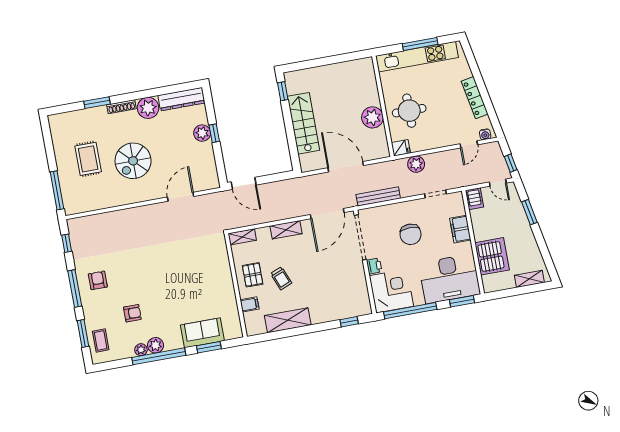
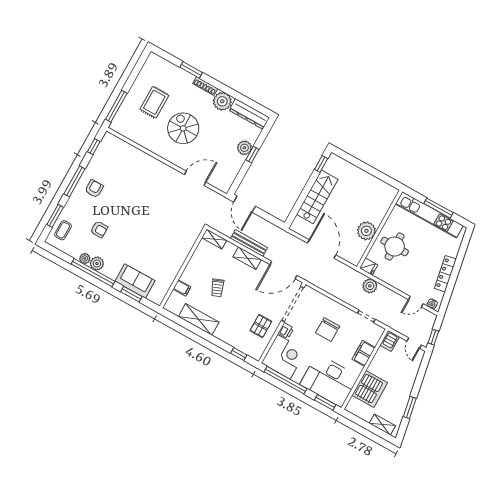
spiral stairs: (133, 161) -> (183, 128), turned 90
bench: (378, 196) -> (249, 243), moved
window: (529, 212) -> (410, 407), moved
pallet: (253, 275) -> (261, 326), moved

